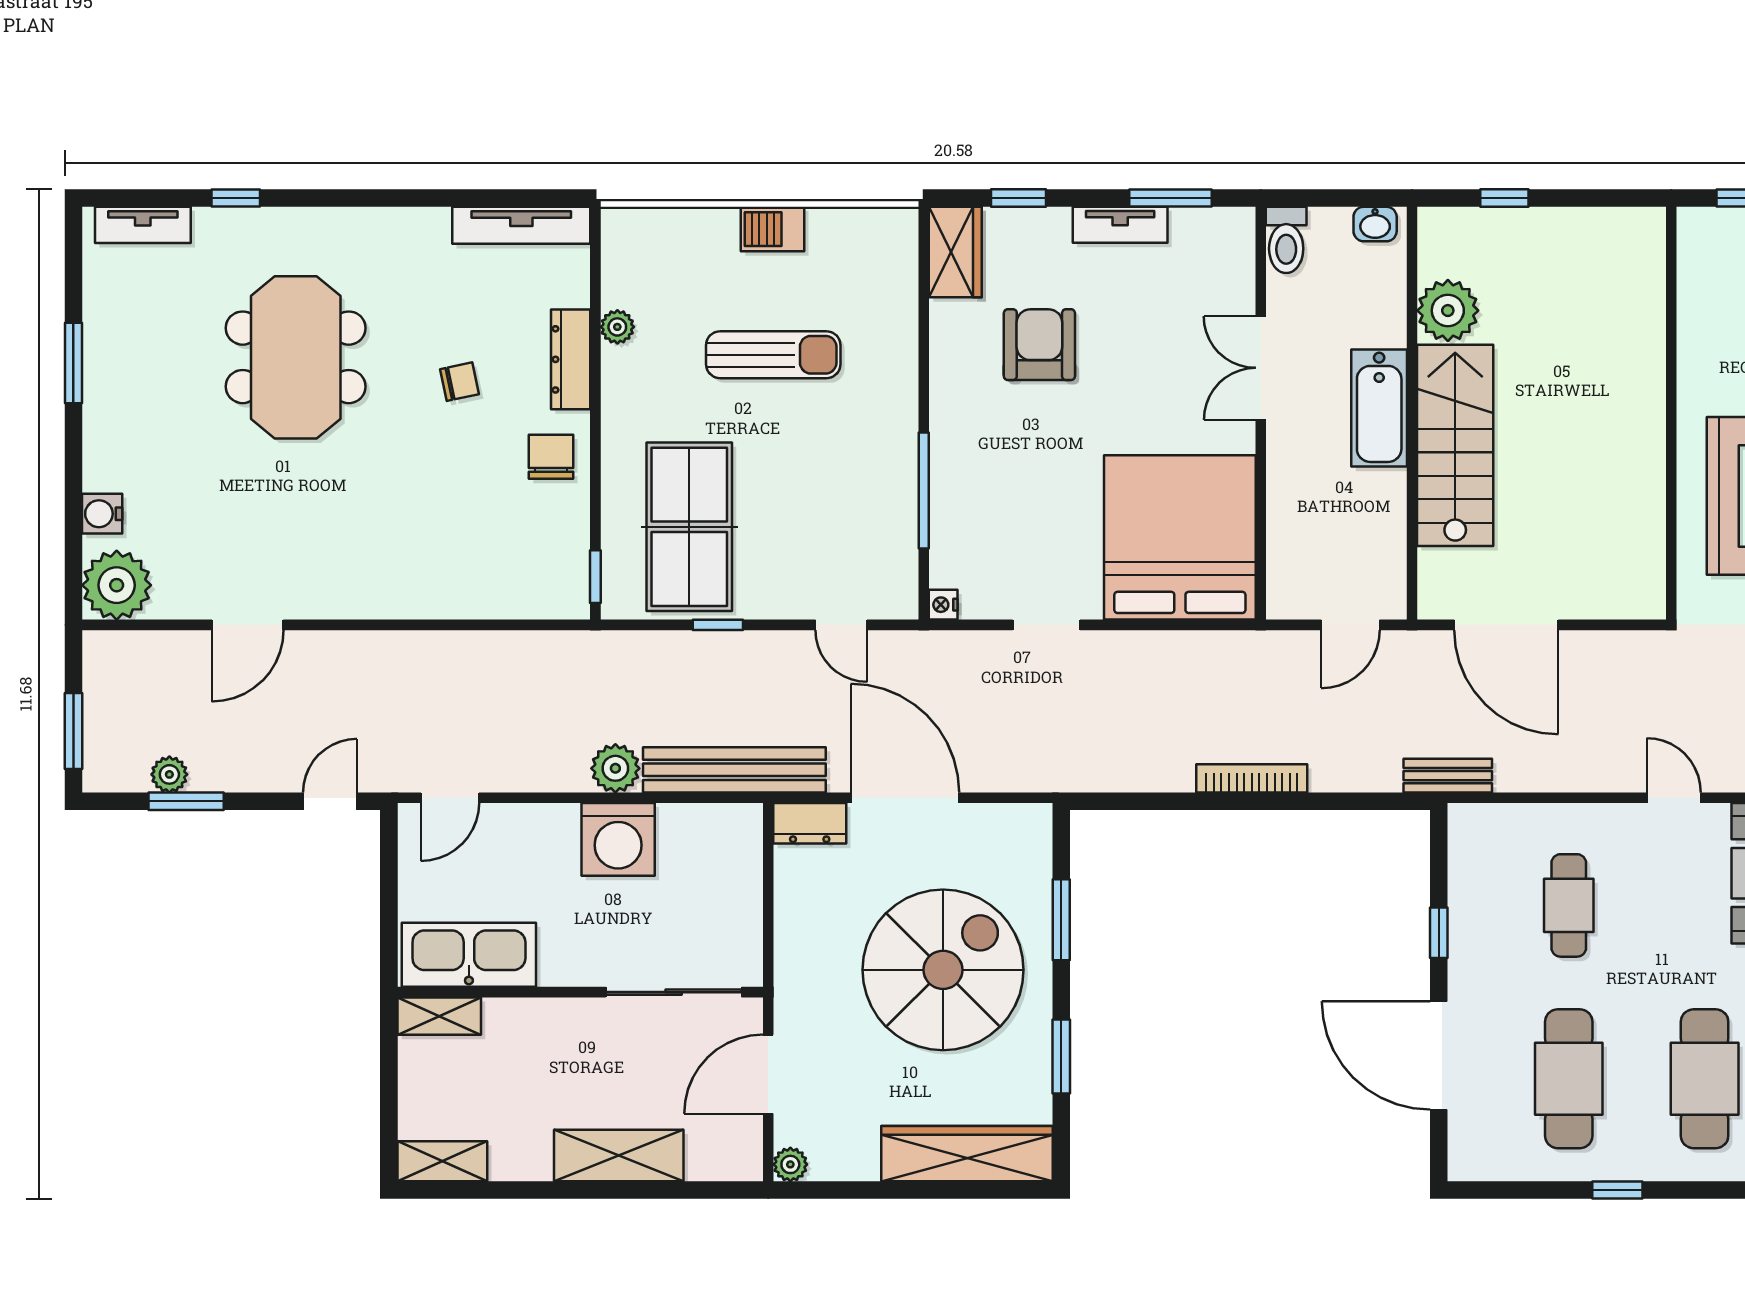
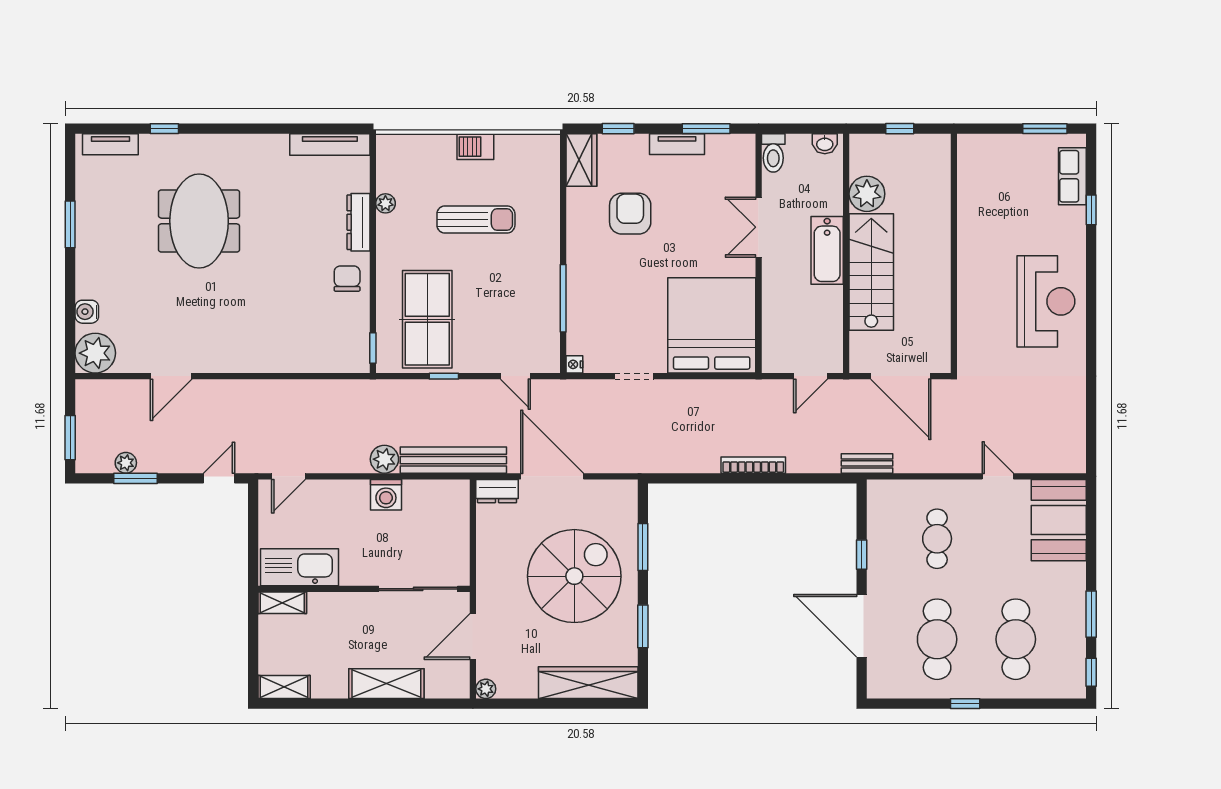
chair: (460, 382) -> (294, 235), removed
wall: (1671, 413) -> (954, 253), moved
washing machine: (618, 839) -> (386, 495), width x0.73, depth x0.73

